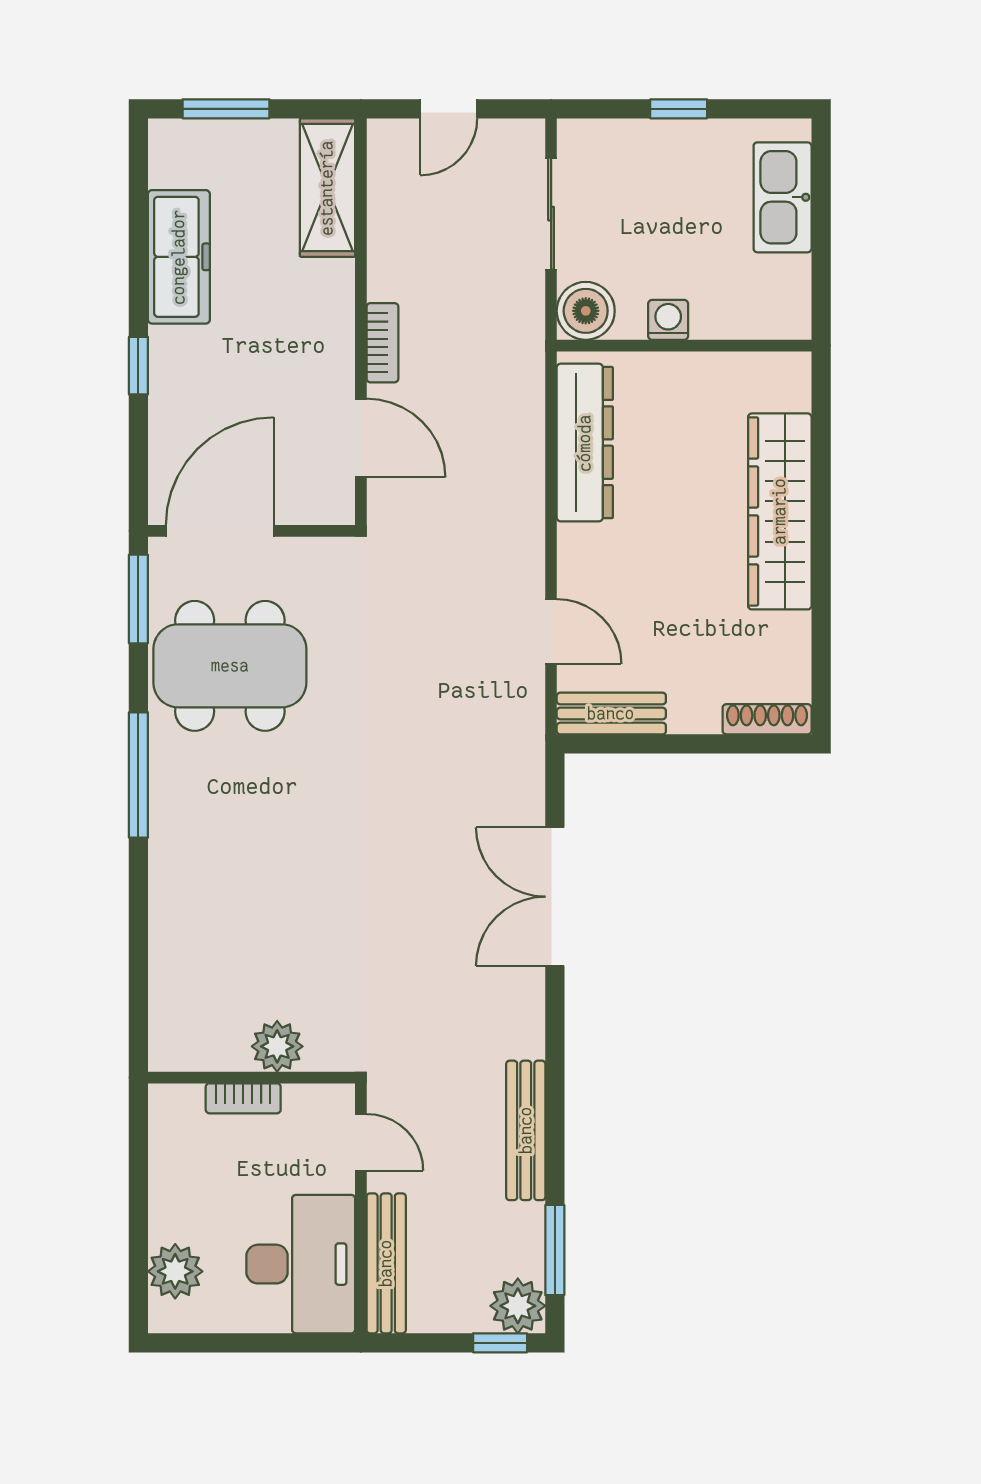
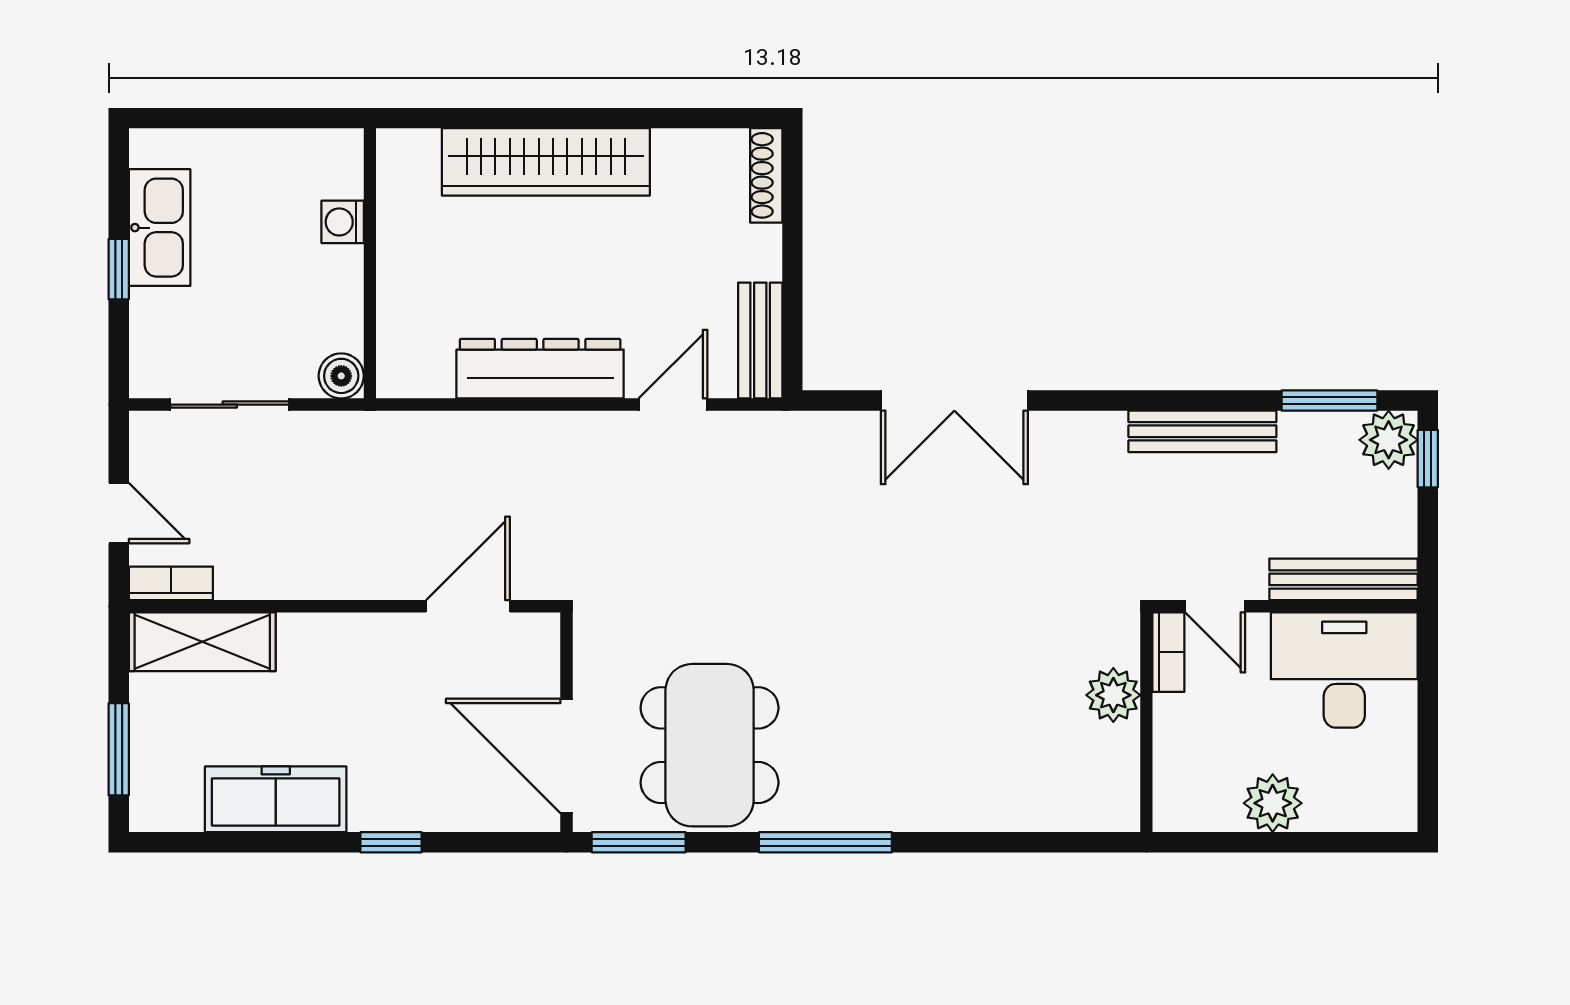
kitchen sink: (783, 197) -> (160, 228), moved, turned -90
boiler: (586, 311) -> (341, 376), width x0.73, depth x0.73
washing machine: (668, 320) -> (343, 222), moved
bookcase: (382, 343) -> (171, 583), moved
dresser: (585, 443) -> (540, 369), moved
bookcase: (243, 1098) -> (1168, 652), moved
door: (361, 1142) -> (1215, 606), swing flipped
plant: (175, 1271) -> (1273, 803), moved

